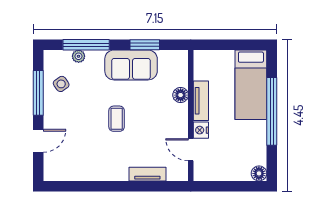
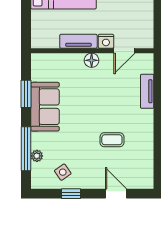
window: (38, 93) -> (71, 194), width x0.46
floor lamp: (181, 95) -> (92, 60), moved
coffee table: (117, 119) -> (112, 140), moved

